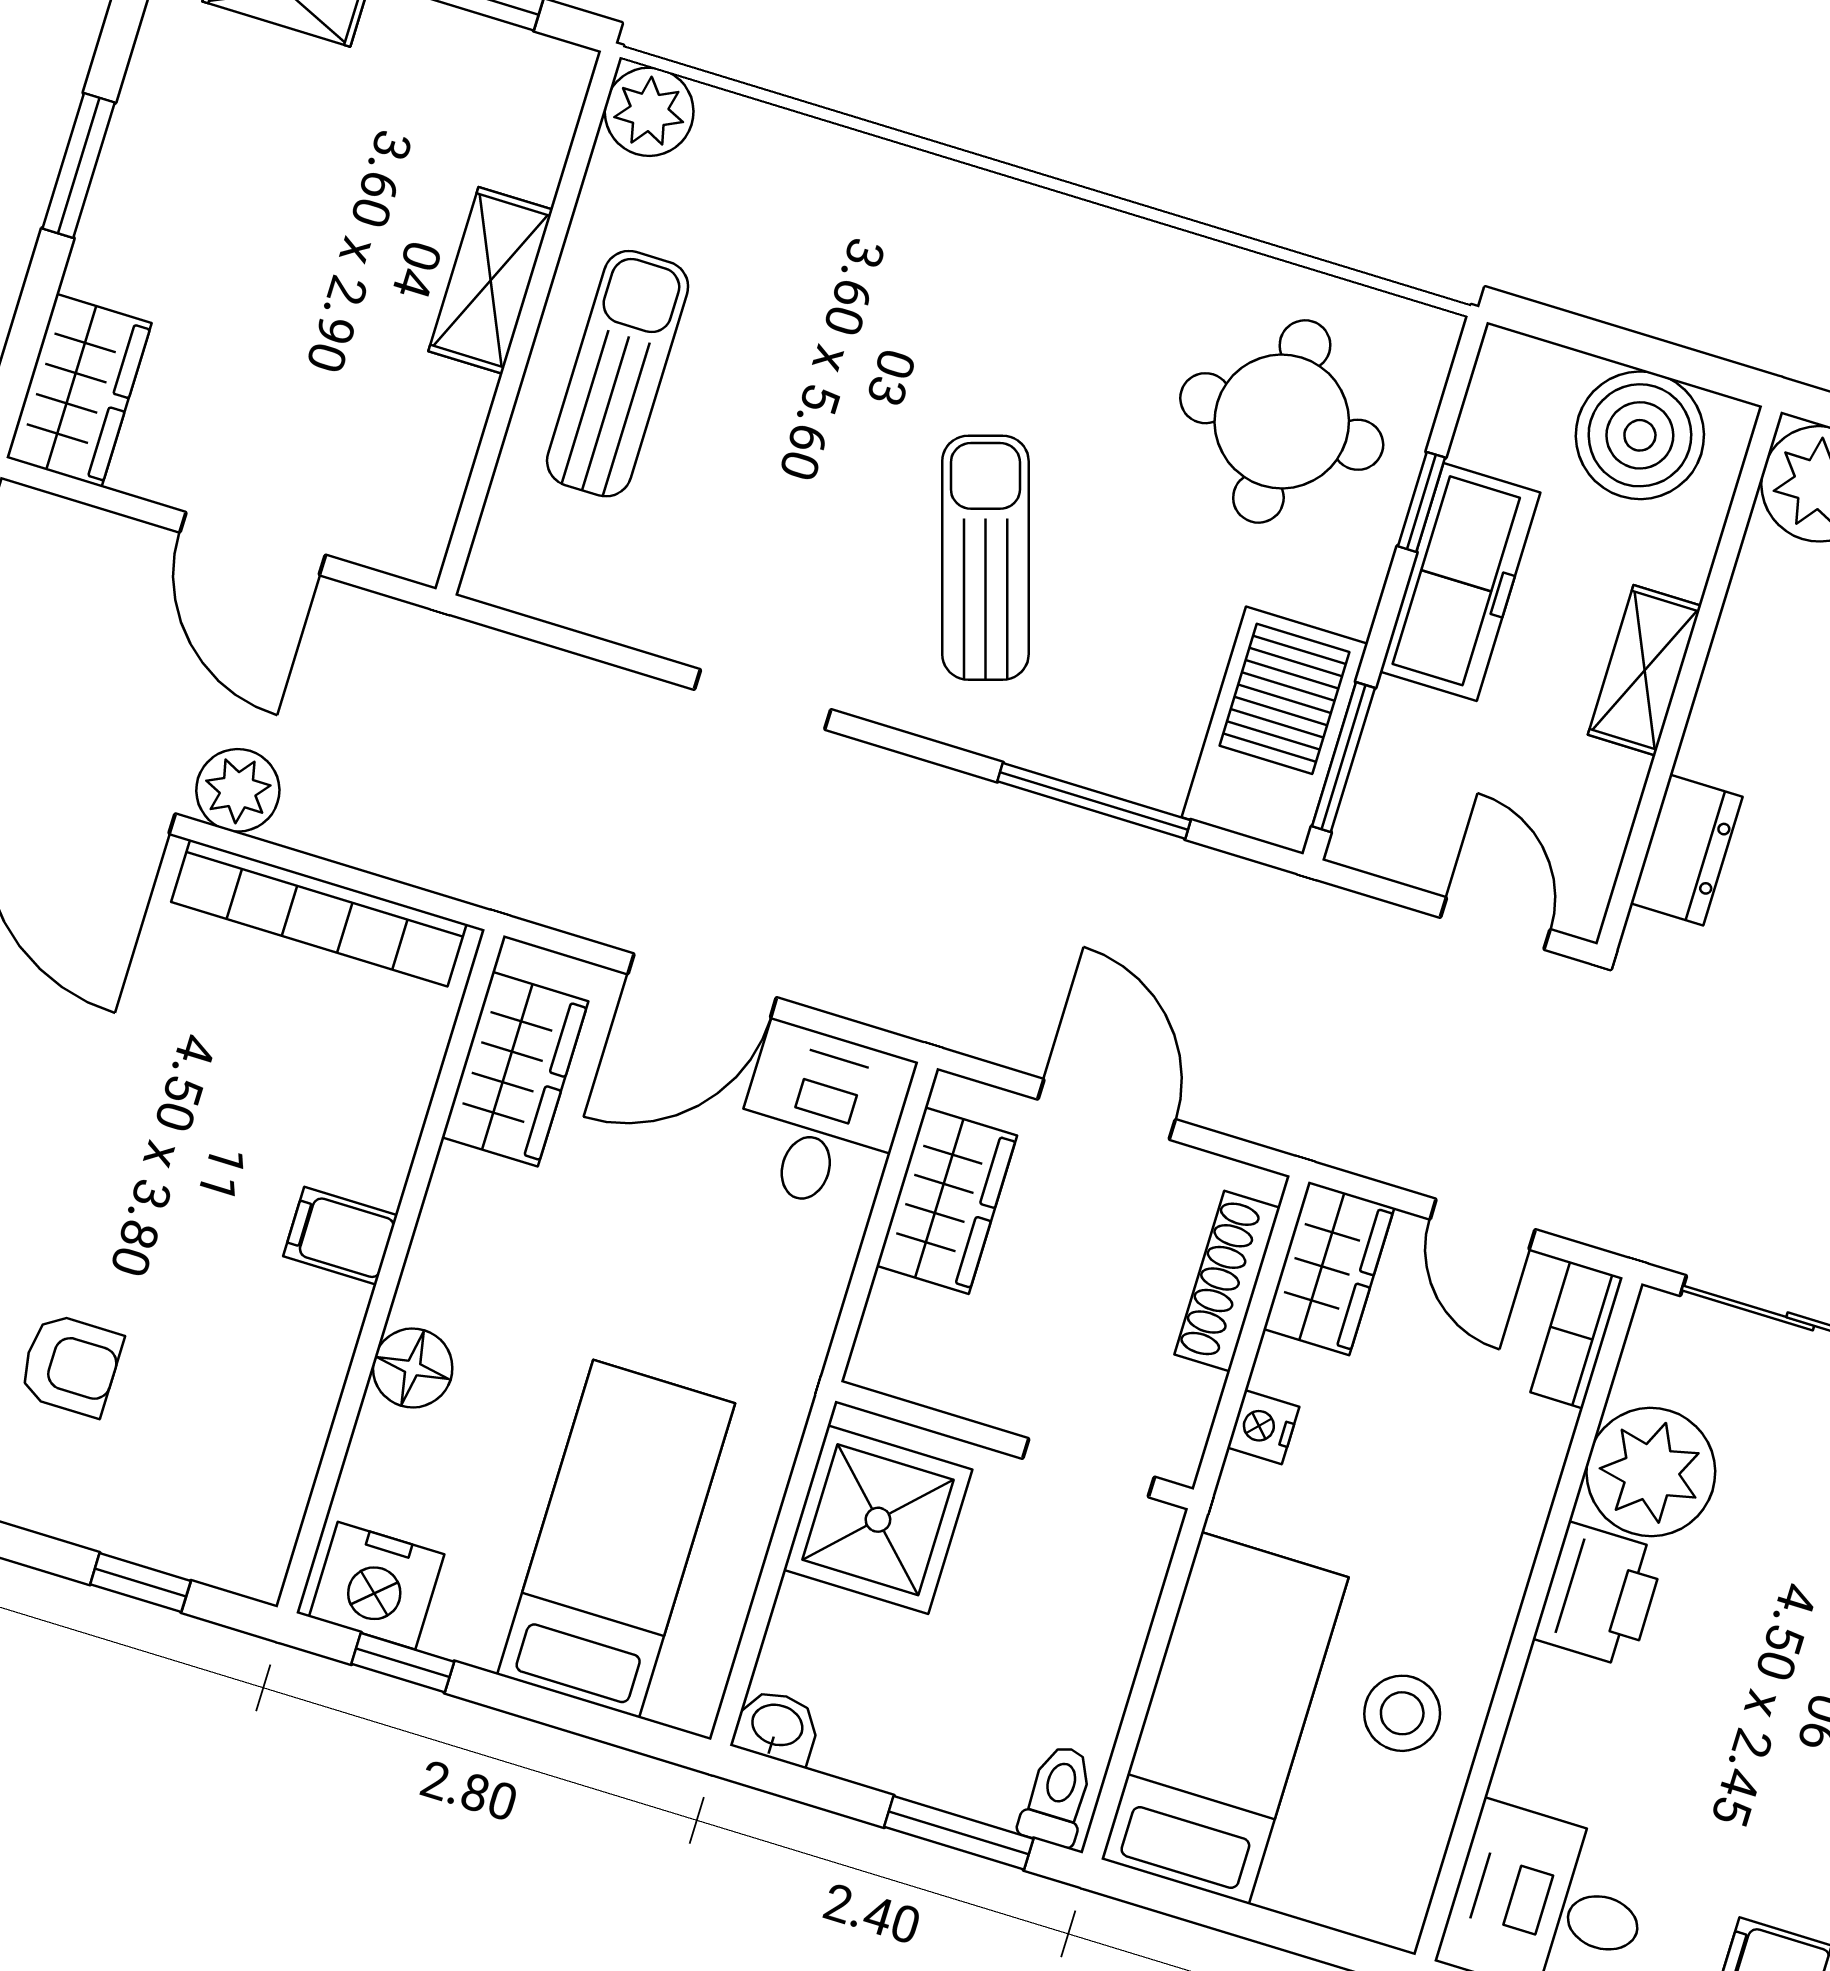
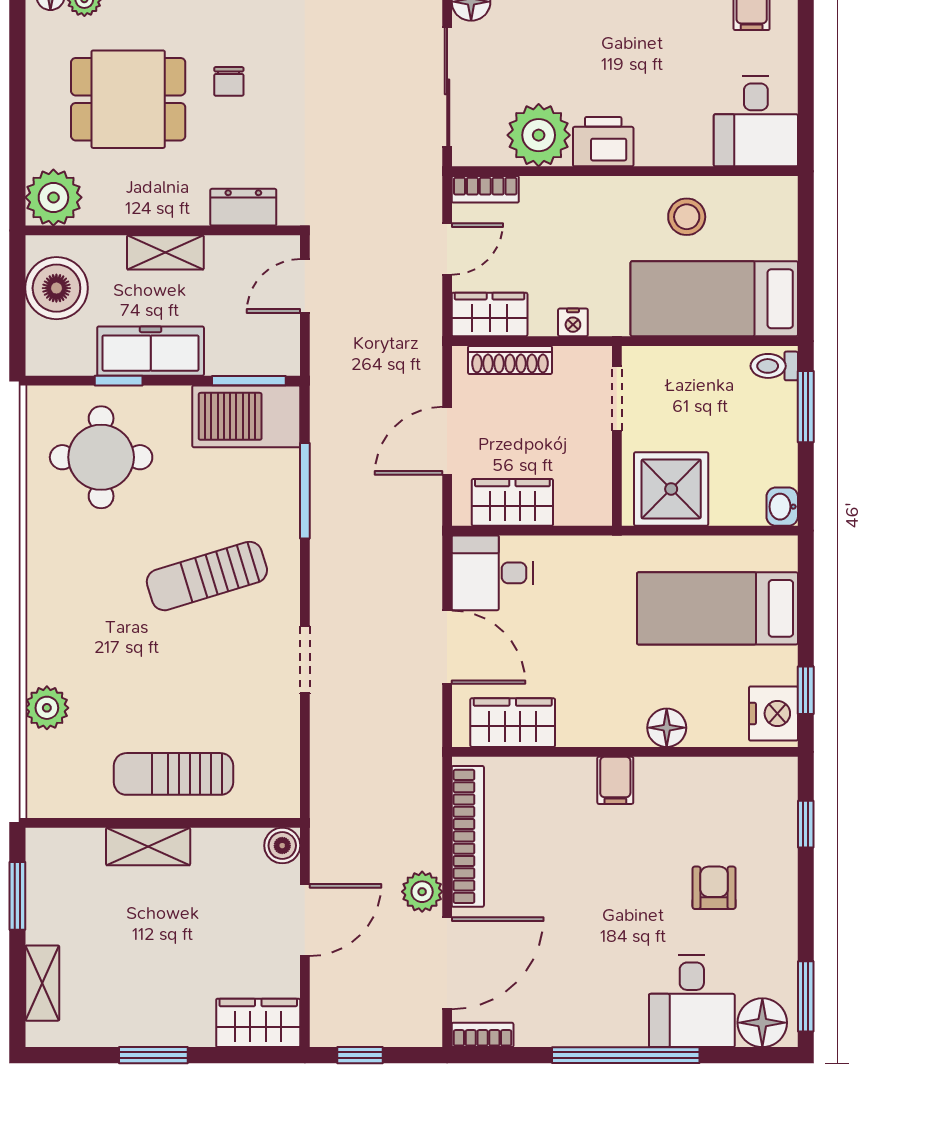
plant: (649, 112) -> (47, 708), moved
boiler: (412, 544) -> (282, 846), added

